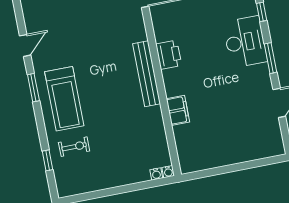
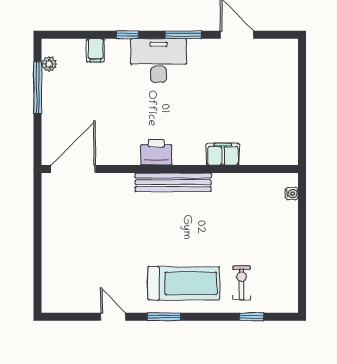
water cooler: (168, 172) -> (292, 179), removed

